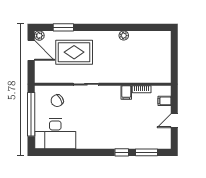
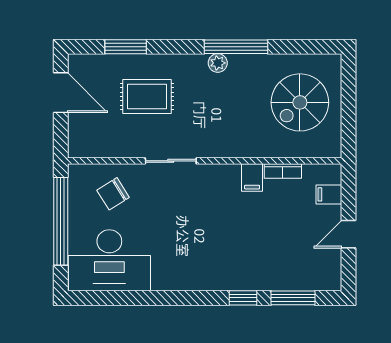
window: (118, 27) -> (236, 47), added
plant: (39, 36) -> (77, 63), removed
plant: (124, 36) -> (218, 63), moved
rug: (74, 52) -> (147, 97), width x0.73, depth x0.70
spiral stairs: (150, 55) -> (300, 102), added

